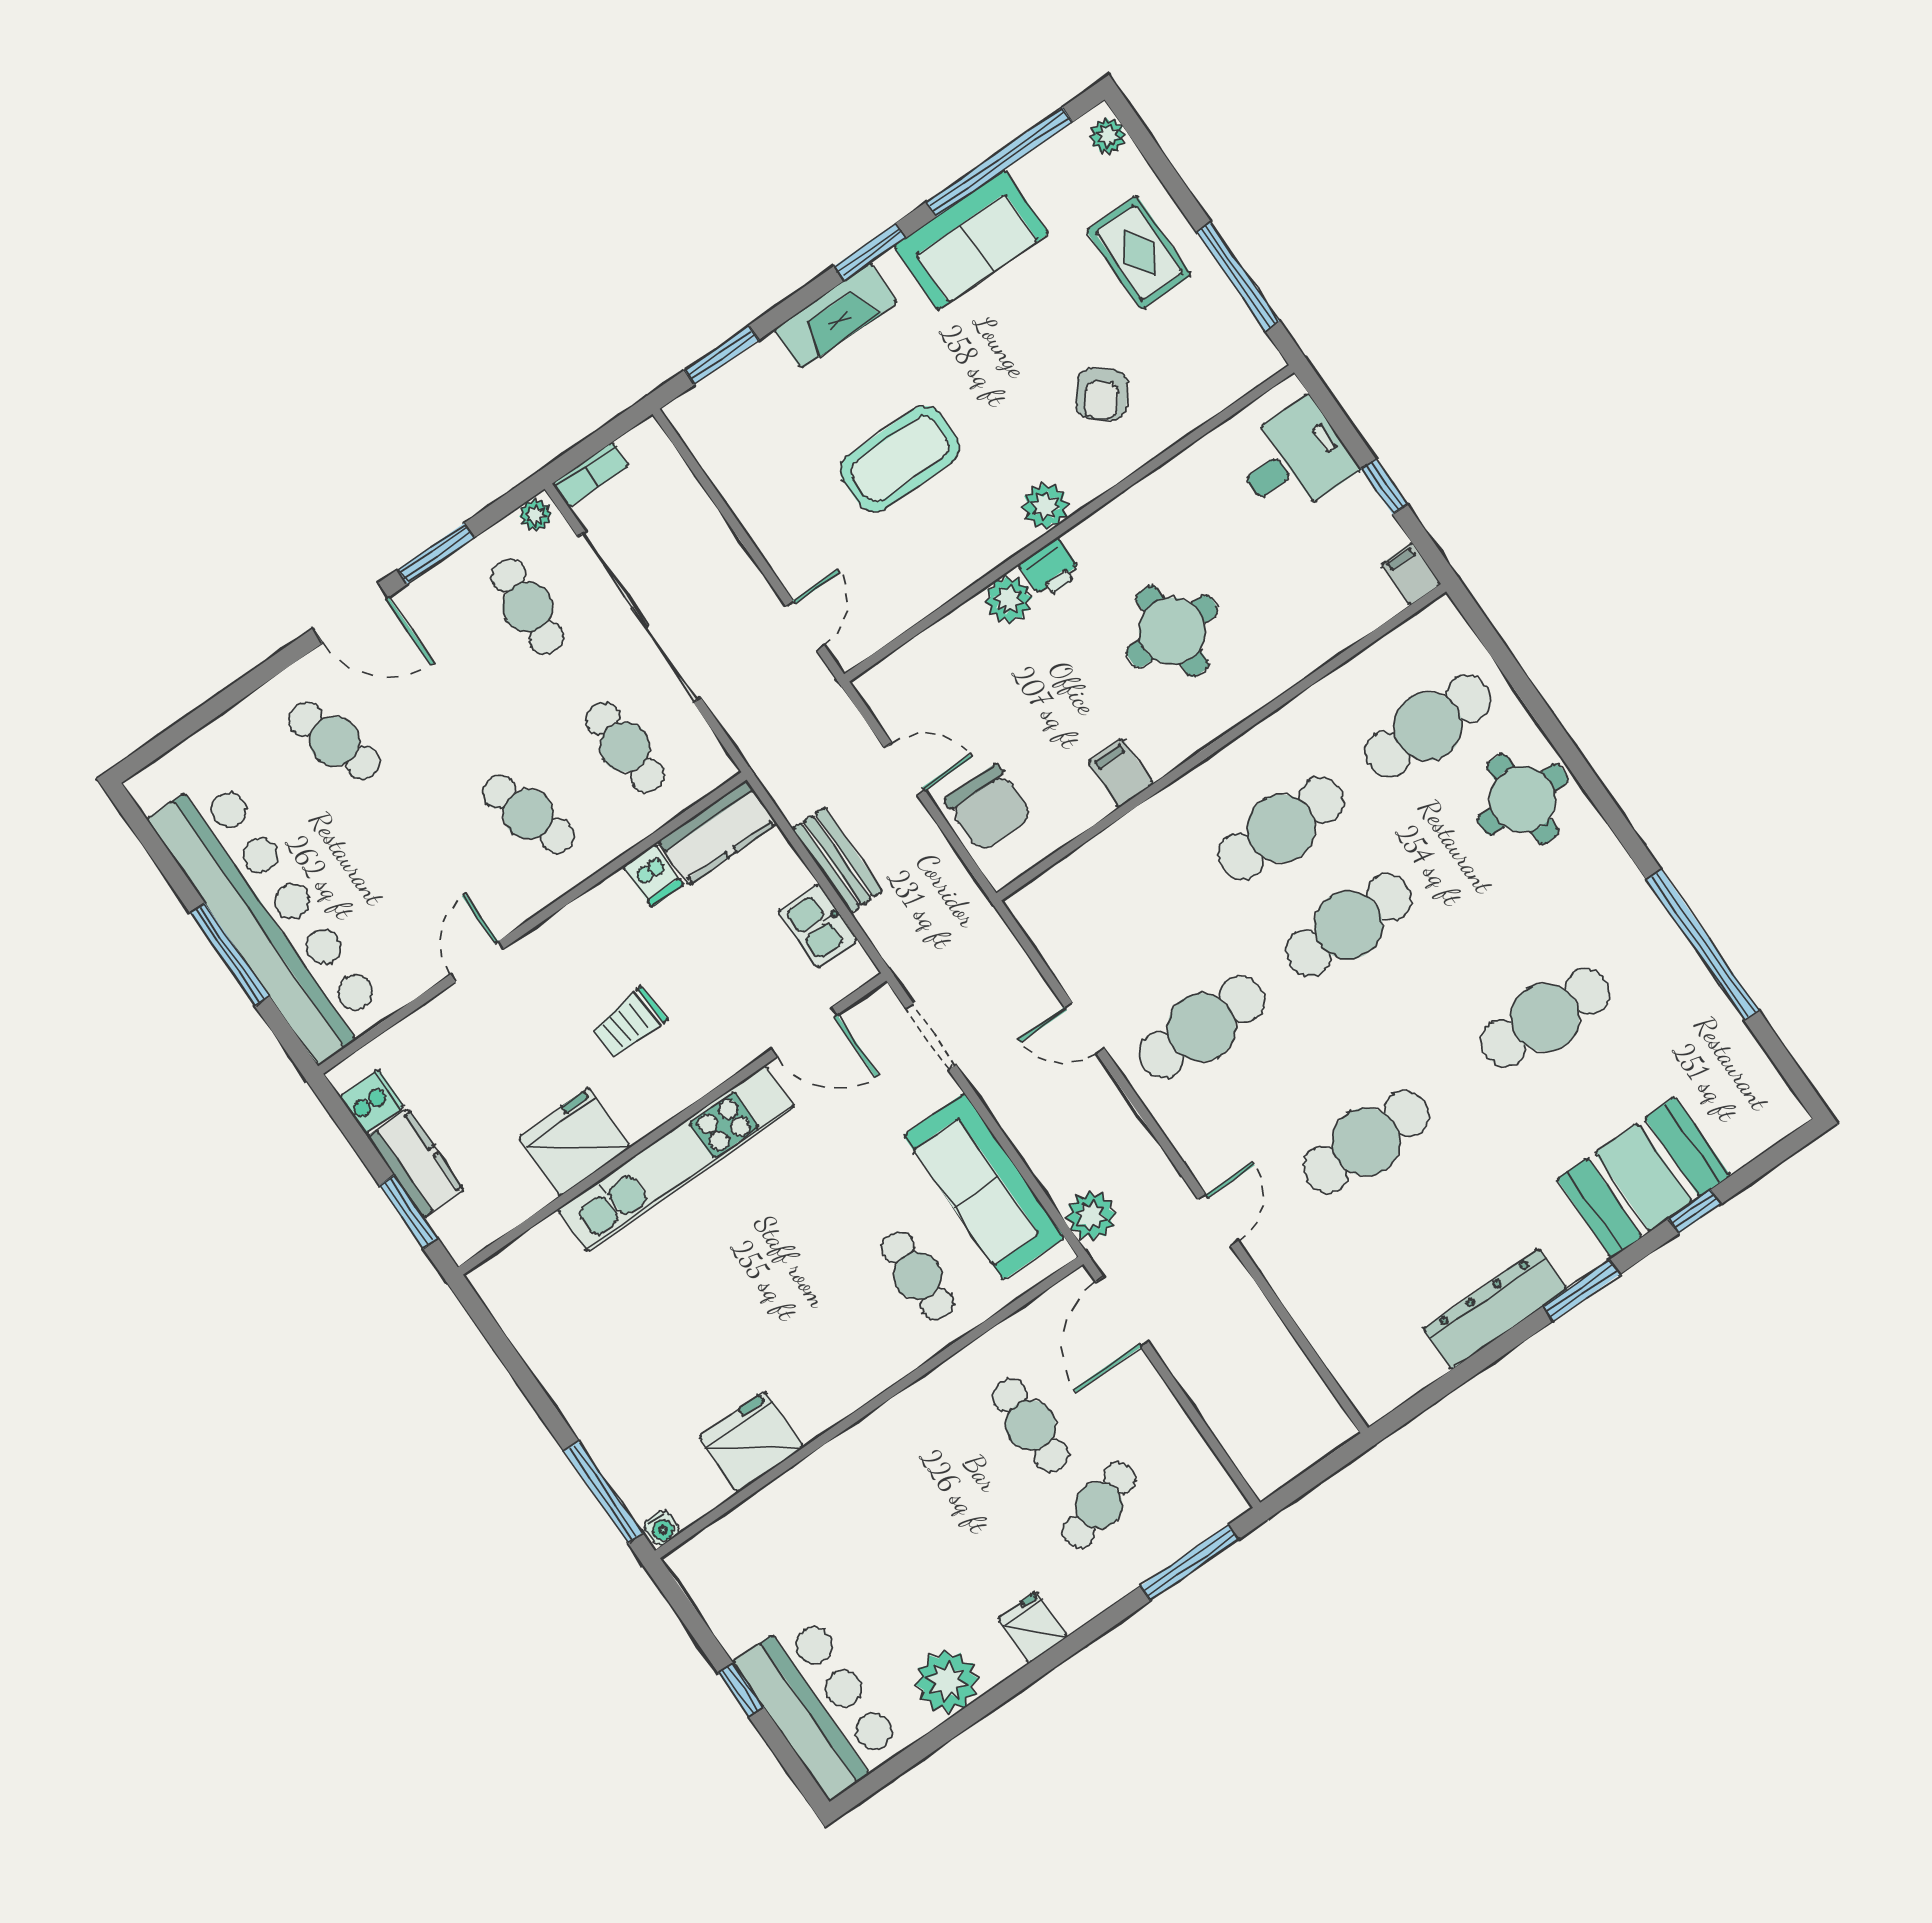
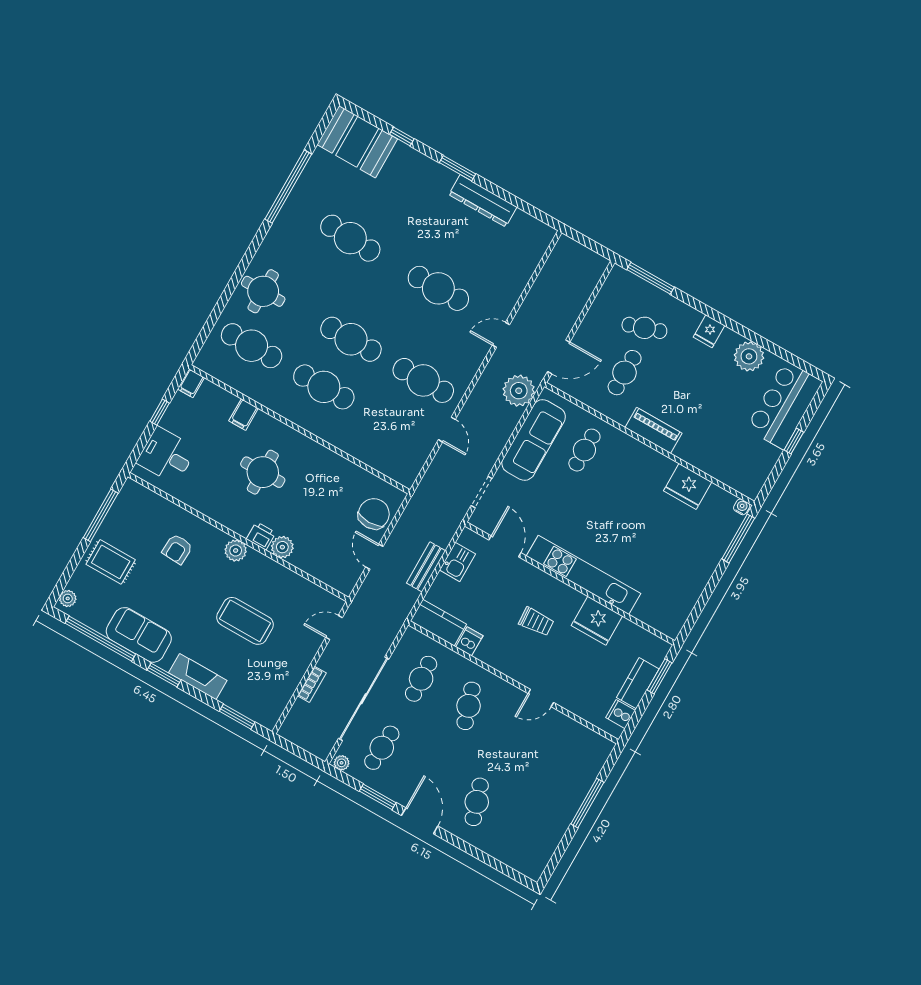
rug: (1139, 253) -> (111, 562), turned 90
armchair: (1102, 394) -> (177, 549), turned 144
bookcase: (591, 475) -> (312, 684), moved, turned 90
filing cabinet: (1121, 773) -> (244, 415), moved
bar counter: (269, 917) -> (564, 794), removed
booth: (1644, 1177) -> (357, 142), moved
plant: (1091, 1216) -> (519, 391), width x1.36, depth x1.36
piano: (892, 1428) -> (653, 430), added

